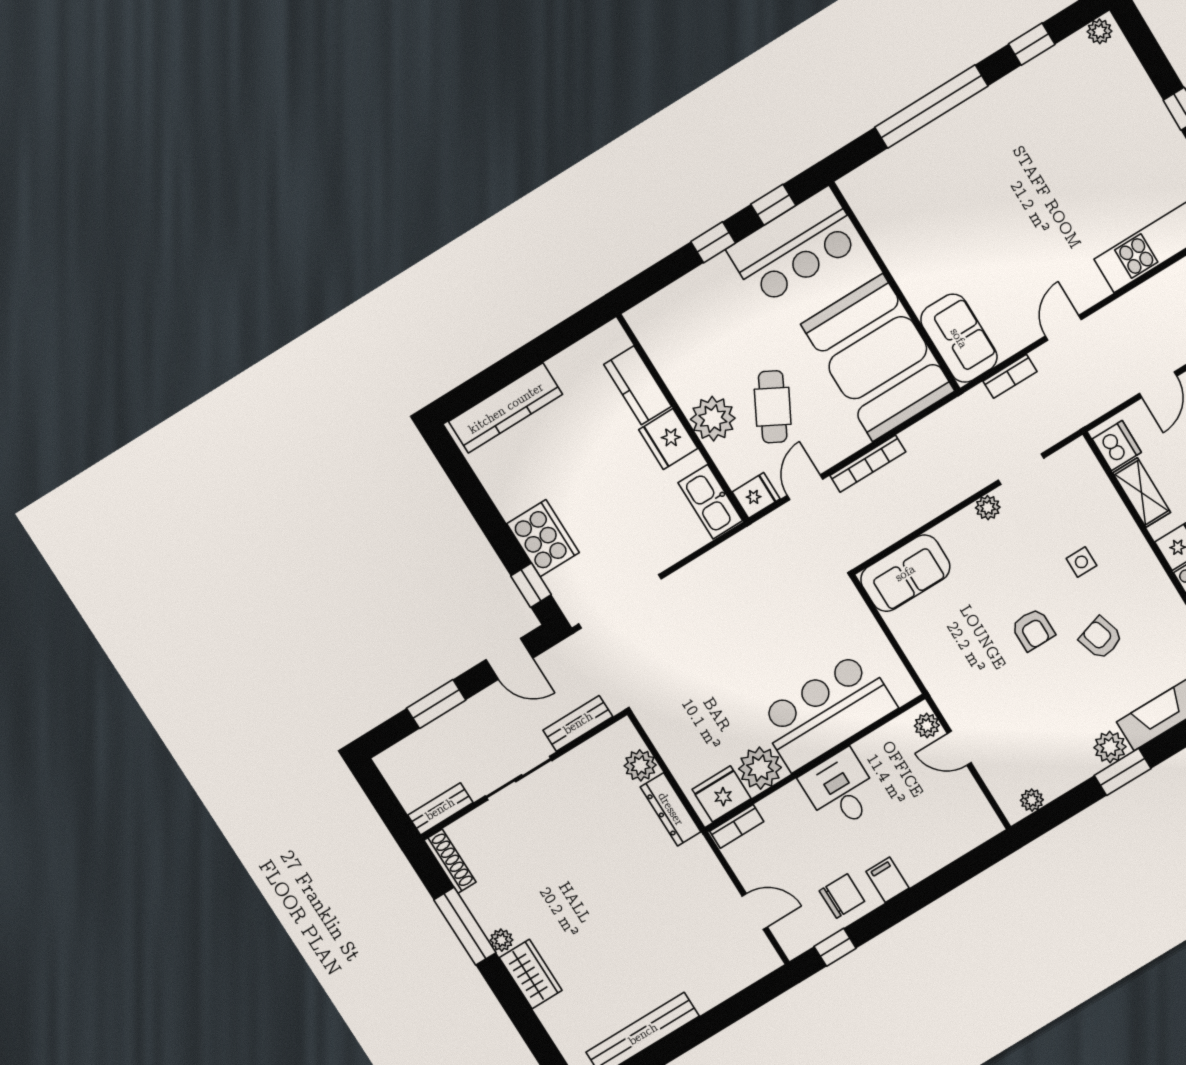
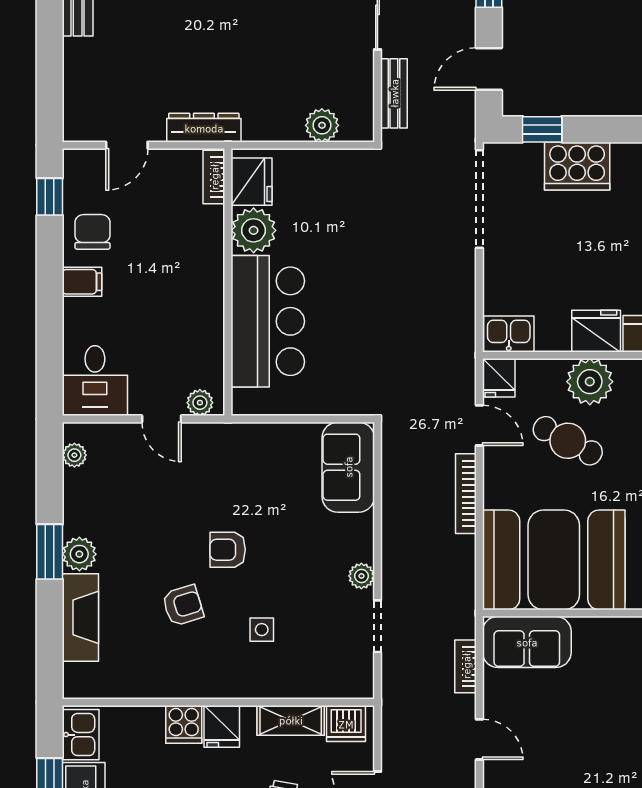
kitchen sink: (710, 502) -> (509, 334), width x0.73
door: (959, 748) -> (162, 419), swing flipped
desk: (840, 790) -> (95, 381), moved, turned 90
dresser: (671, 809) -> (204, 128), moved
chair: (842, 896) -> (92, 232), turned 180

